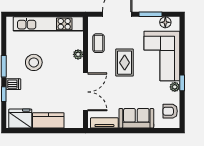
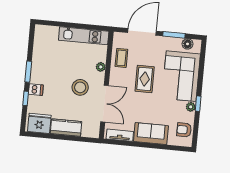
kitchen unit: (48, 24) -> (84, 36), width x0.73
stool: (34, 62) -> (80, 87), moved

